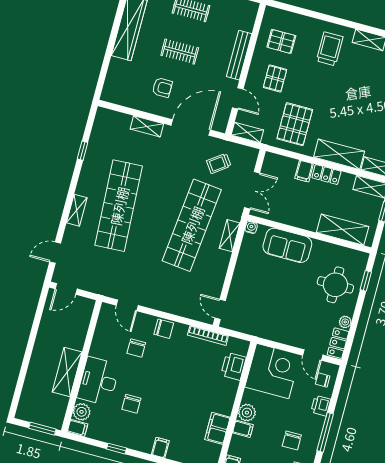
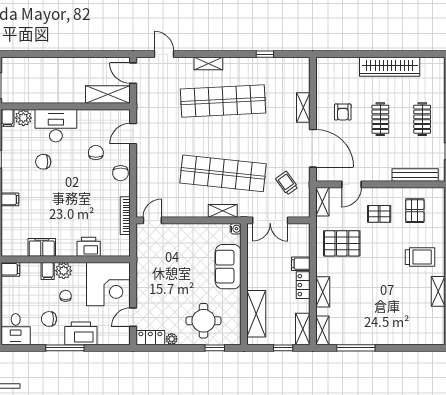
bench: (239, 55) -> (415, 175), moved
shelving: (339, 154) -> (323, 292), width x0.67, depth x0.75
chair: (136, 348) -> (96, 153), turned 90
printer: (234, 366) -> (89, 247), moved
shelving: (67, 372) -> (108, 95), moved
chair: (323, 380) -> (66, 296), moved
printer: (321, 406) -> (81, 333), width x1.87, depth x1.48

